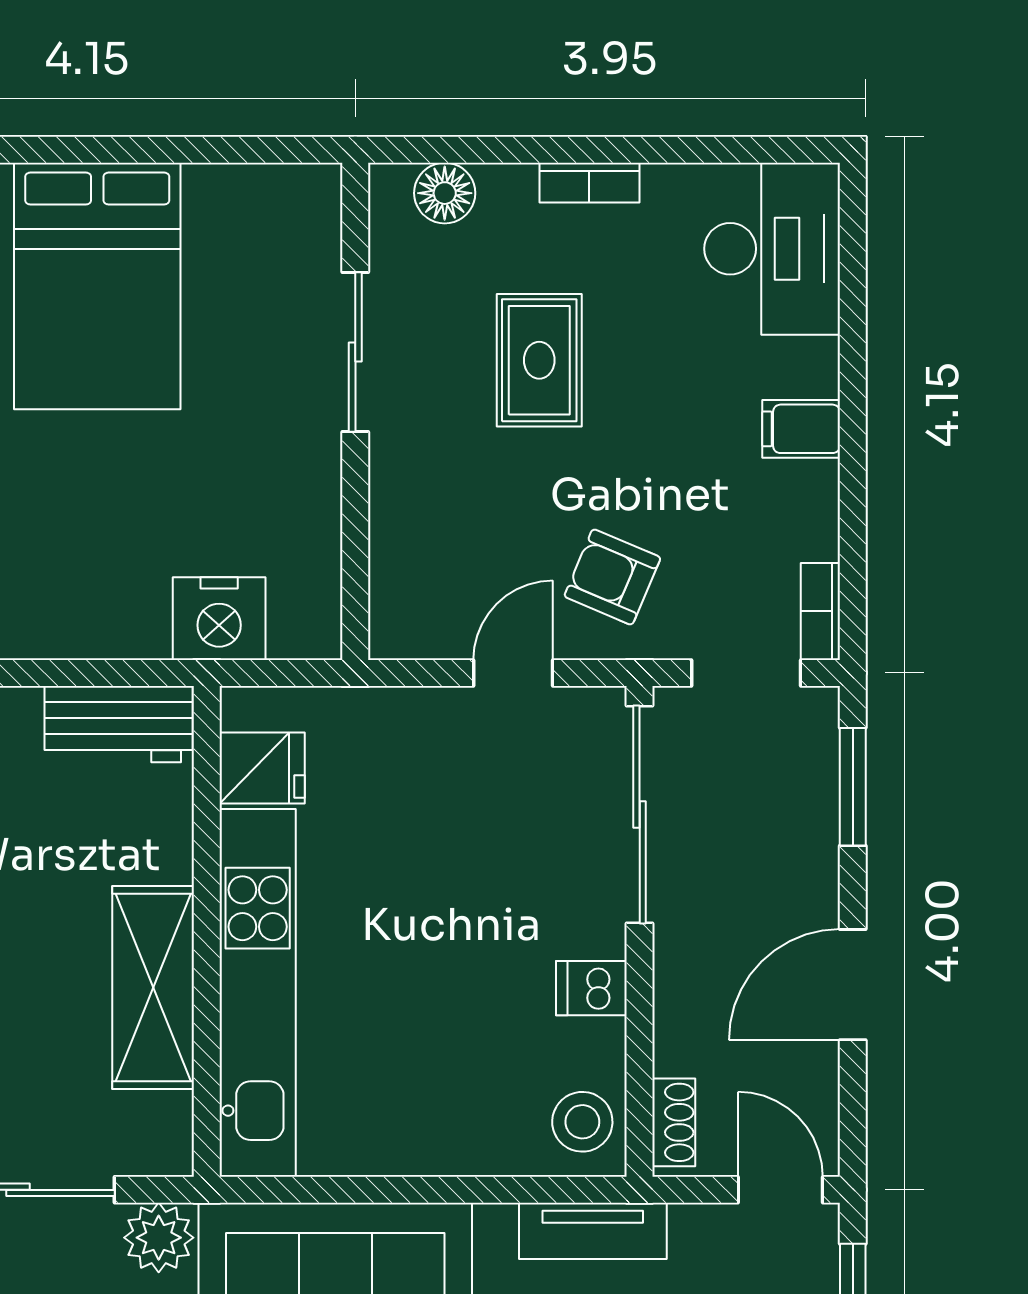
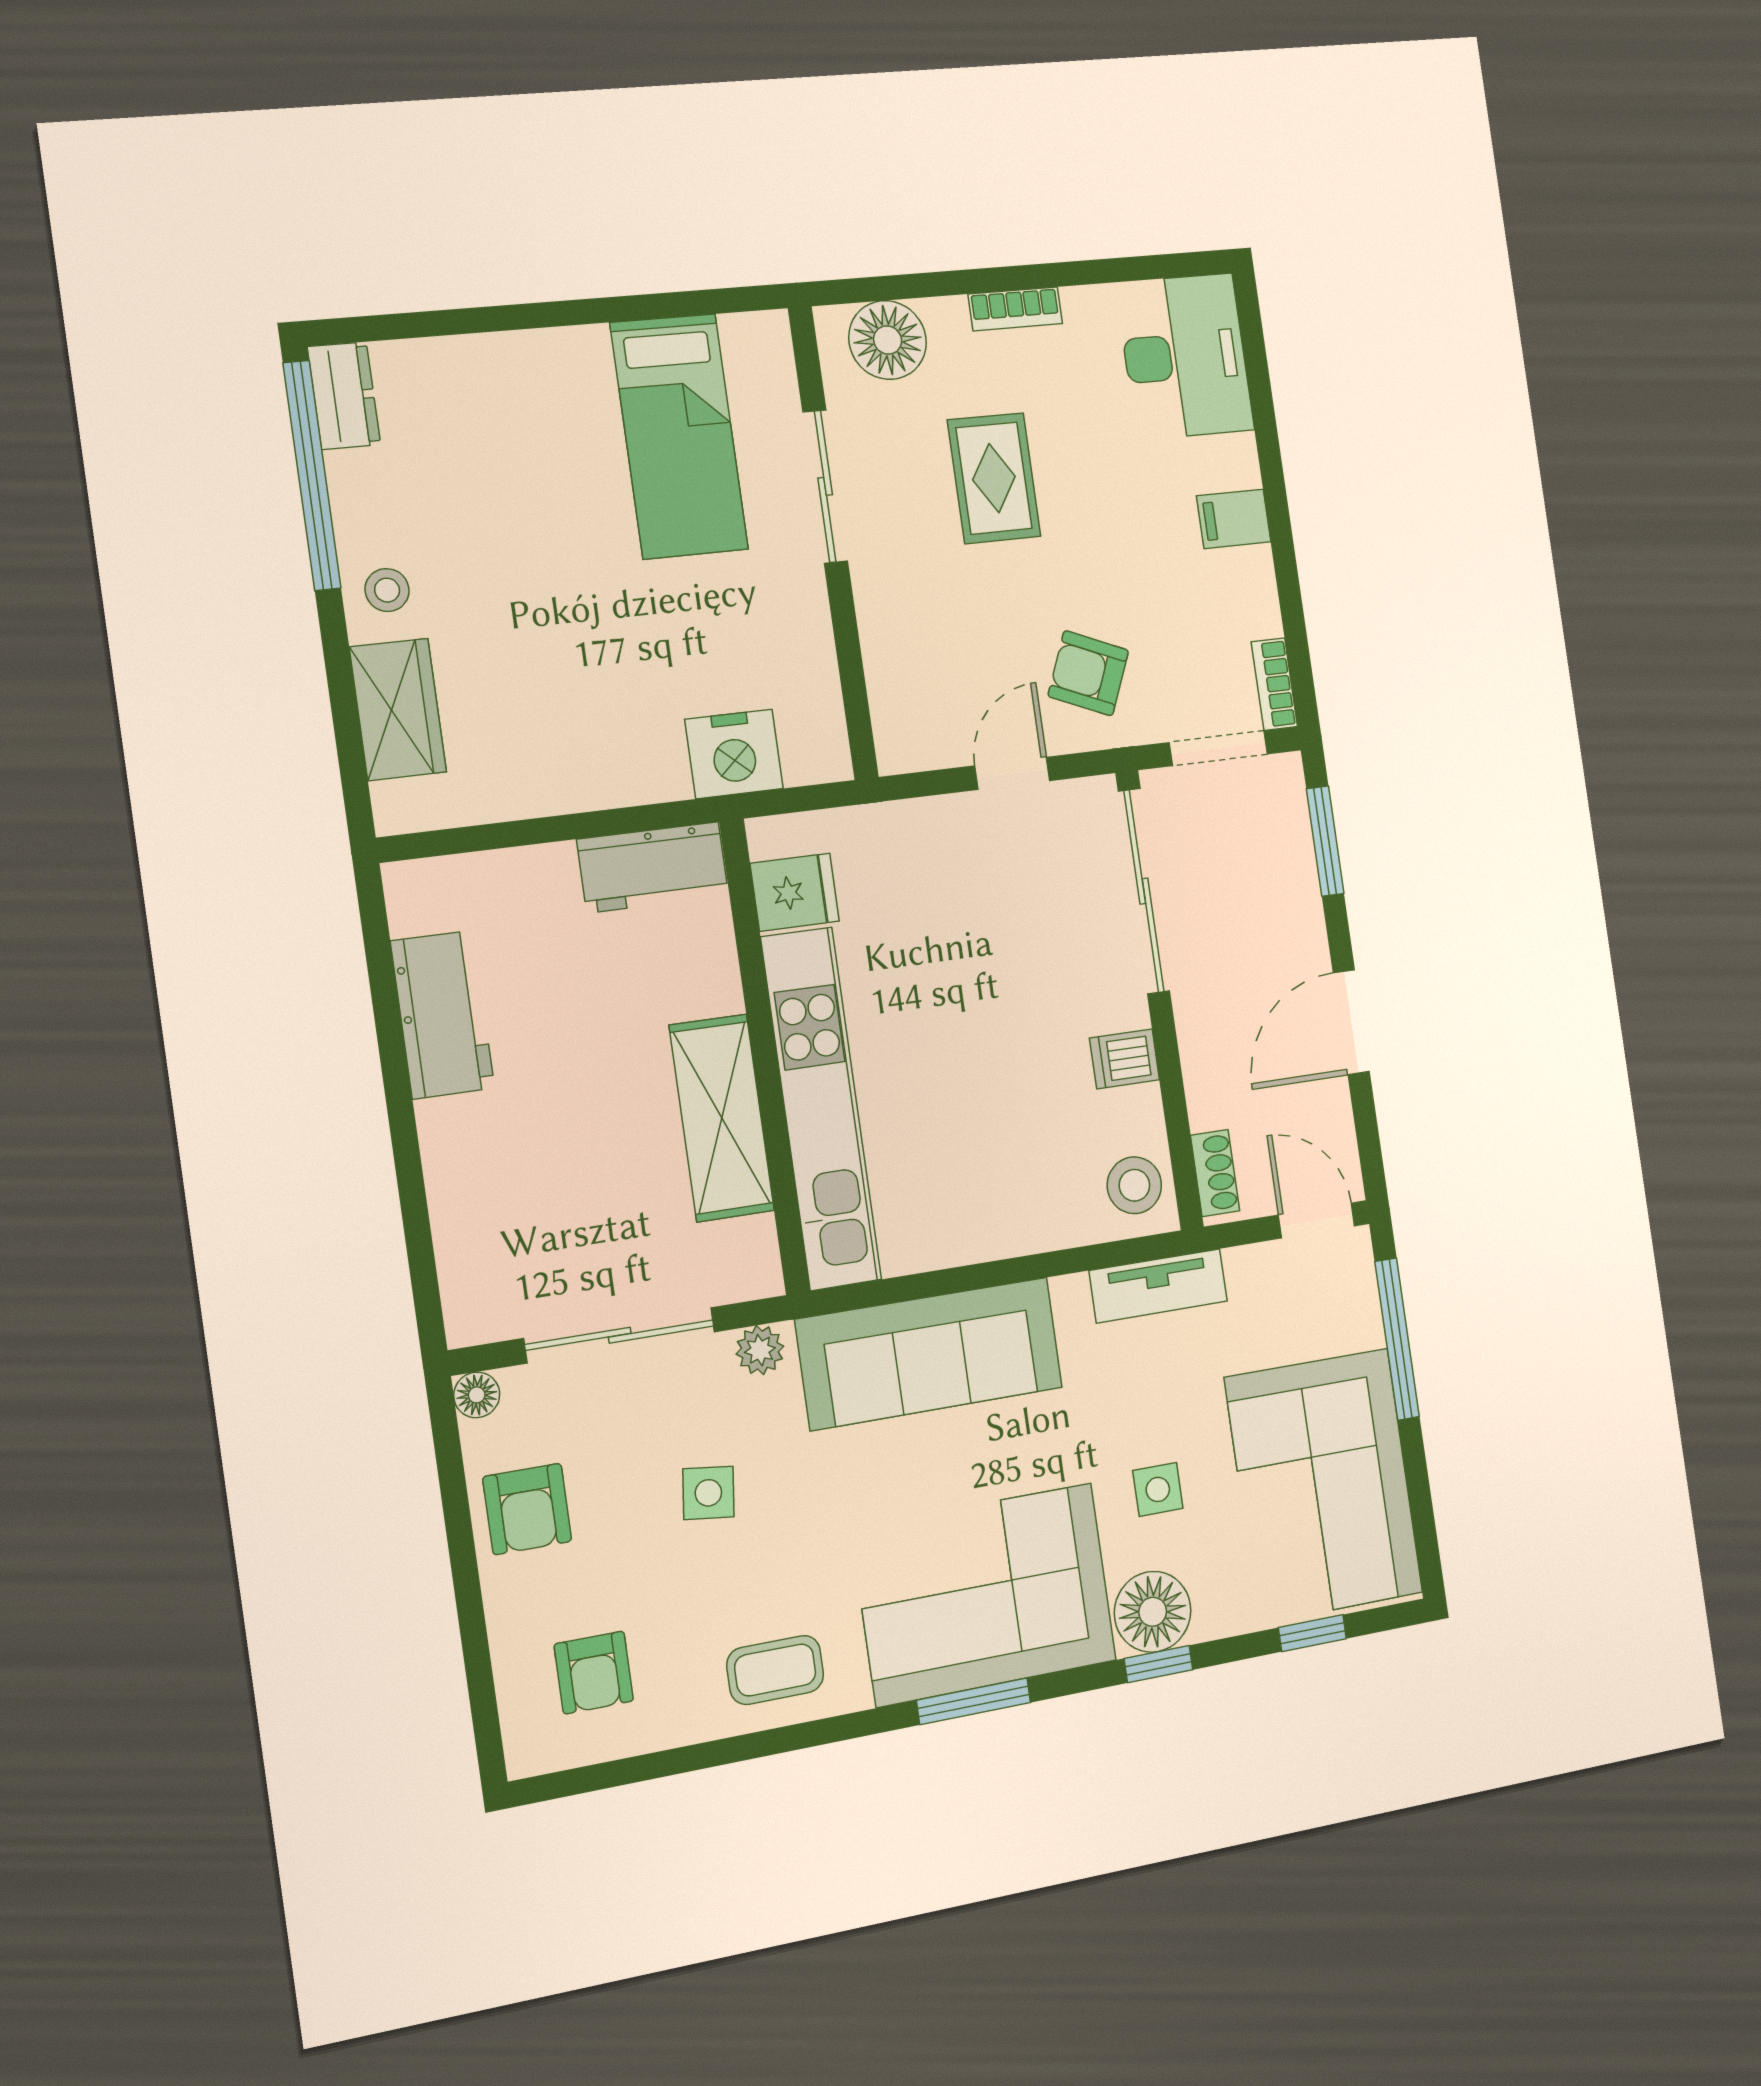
floor lamp: (445, 193) -> (888, 340), width x1.38, depth x1.38
bed: (97, 286) -> (679, 436), moved, width x0.67
plant: (159, 1238) -> (760, 1350), width x0.73, depth x0.73

